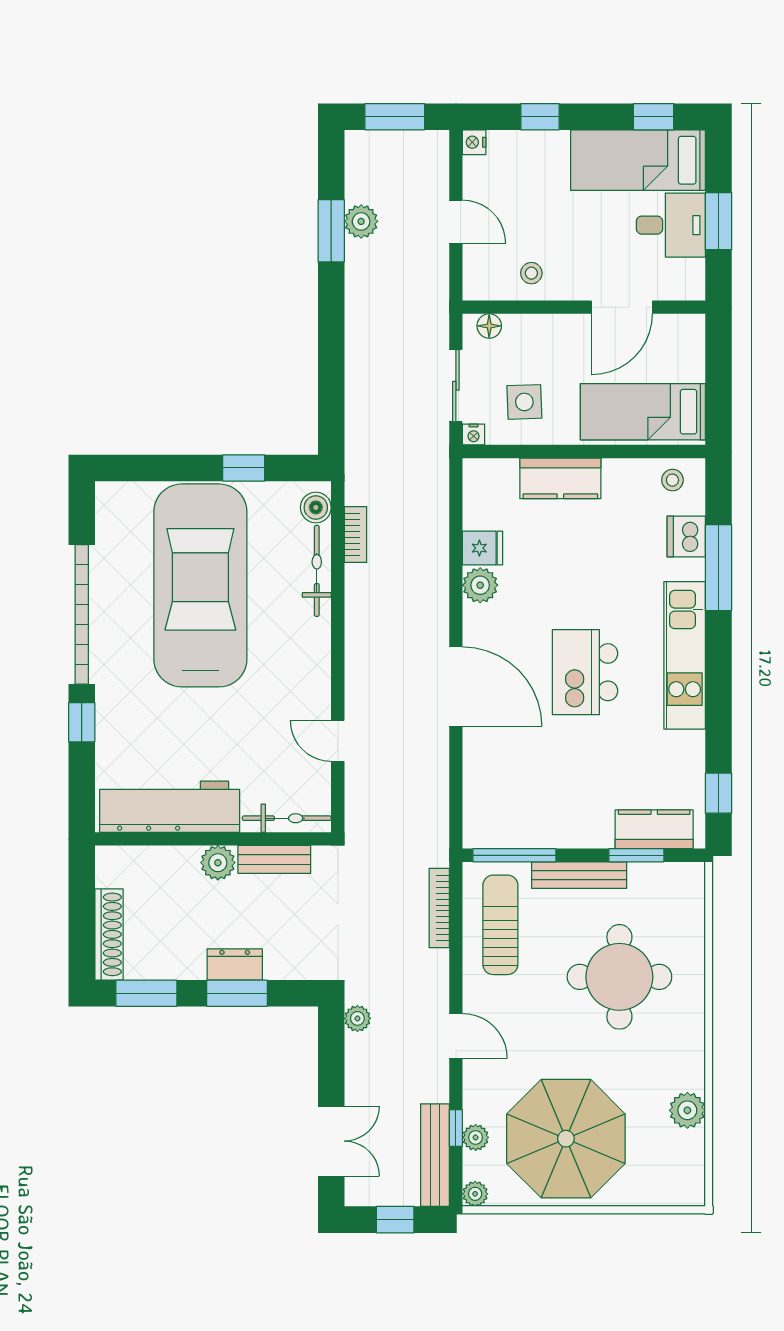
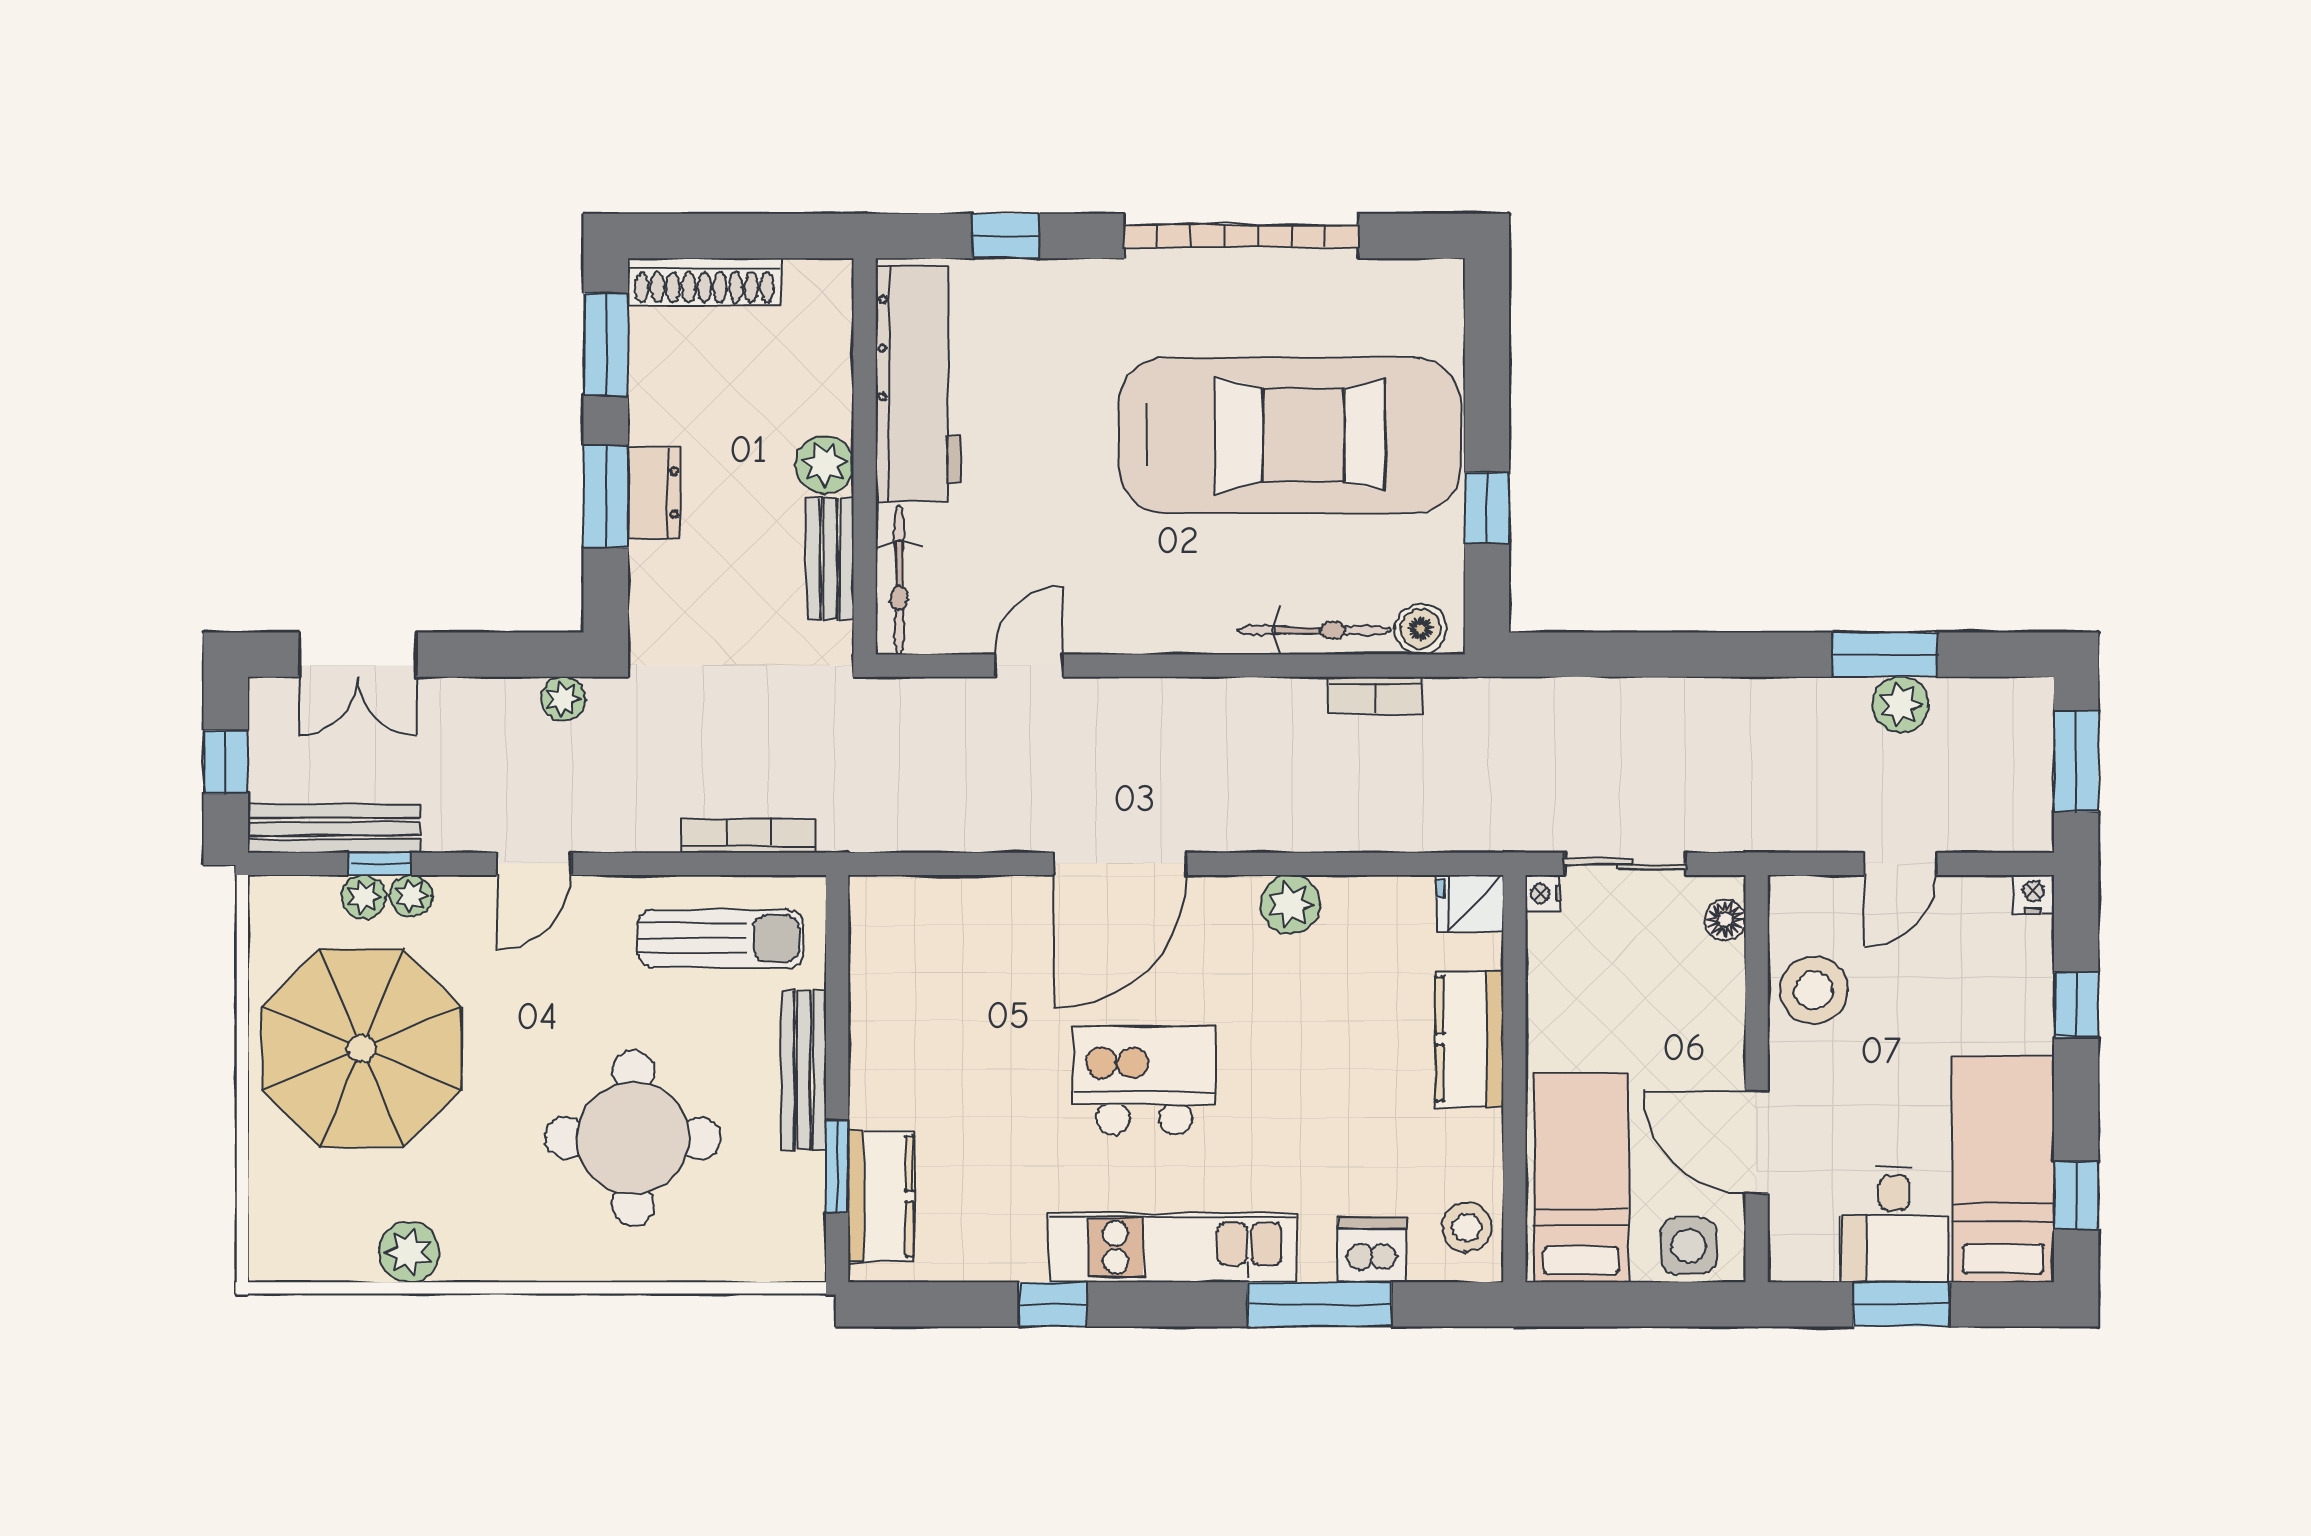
stool: (531, 273) -> (1814, 990), width x1.89, depth x1.89
side table: (524, 402) -> (1689, 1246), moved
stool: (672, 480) -> (1467, 1227), width x1.37, depth x1.37
fridge: (483, 548) -> (1470, 903), moved, turned 90
window: (82, 722) -> (1006, 236), moved
window: (719, 793) -> (1053, 1304), moved
window: (514, 855) -> (837, 962), removed
plant: (475, 1194) -> (411, 896), moved

